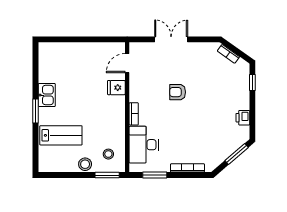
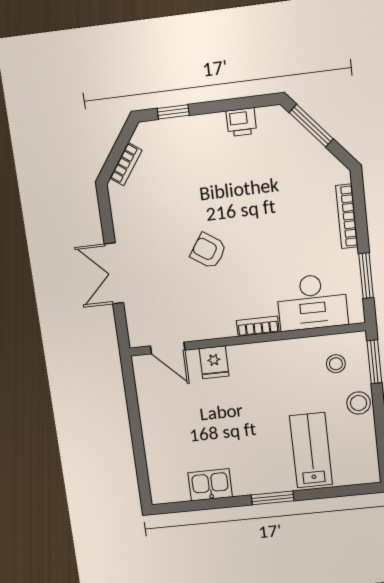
armchair: (178, 92) -> (208, 251), turned 124
kitchen sink: (47, 95) -> (210, 485), moved

